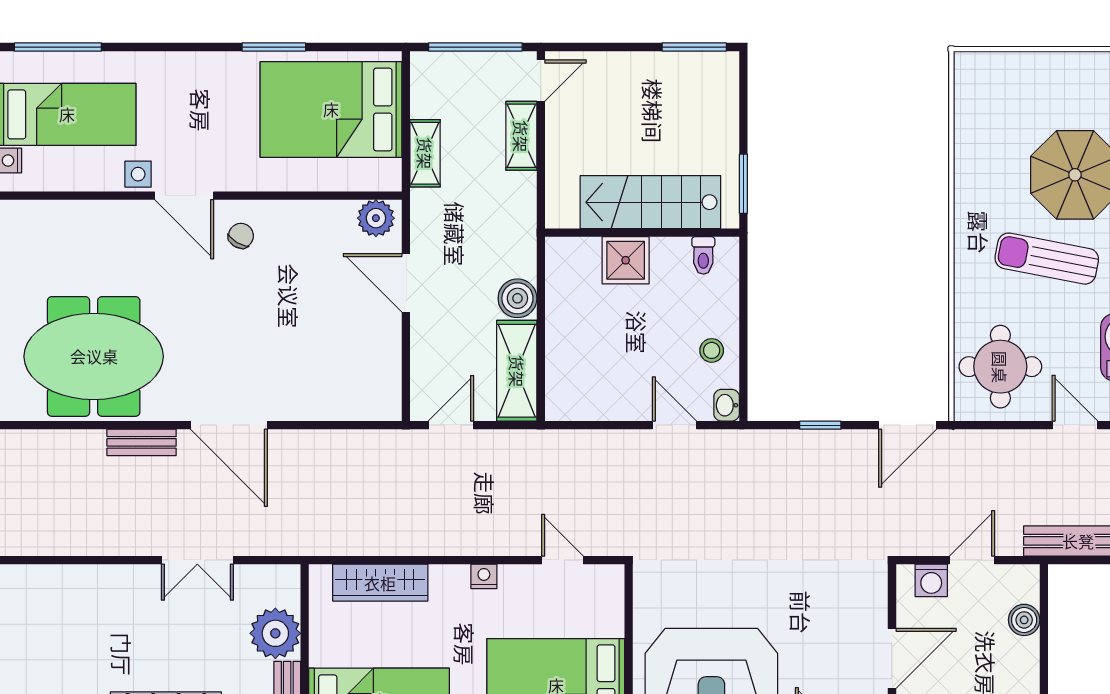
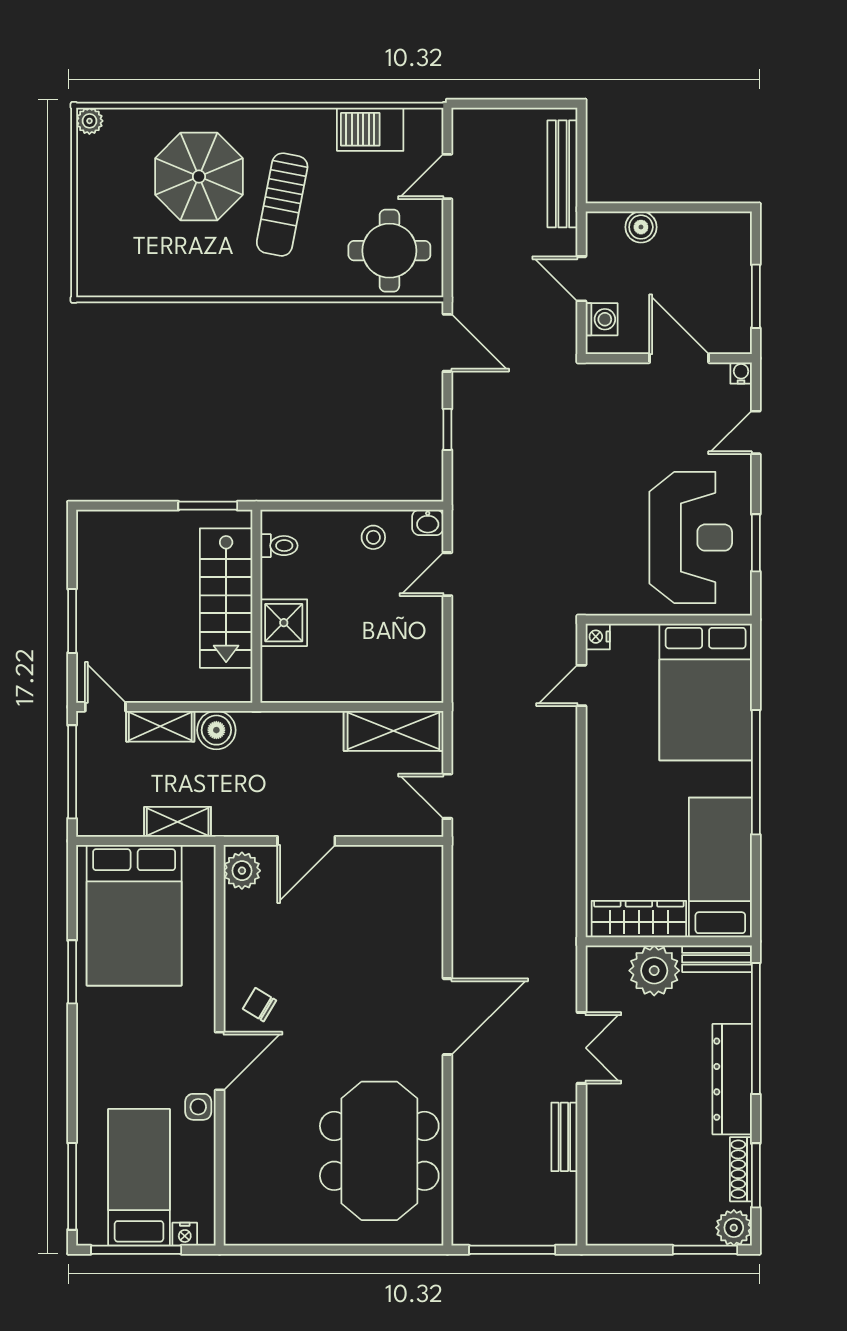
window: (694, 47) -> (72, 621), moved
boiler: (517, 298) -> (216, 730), moved
bench: (142, 442) -> (564, 1137), moved
nightstand: (484, 576) -> (598, 637), moved
wardrobe: (380, 583) -> (639, 919), moved, turned -90

